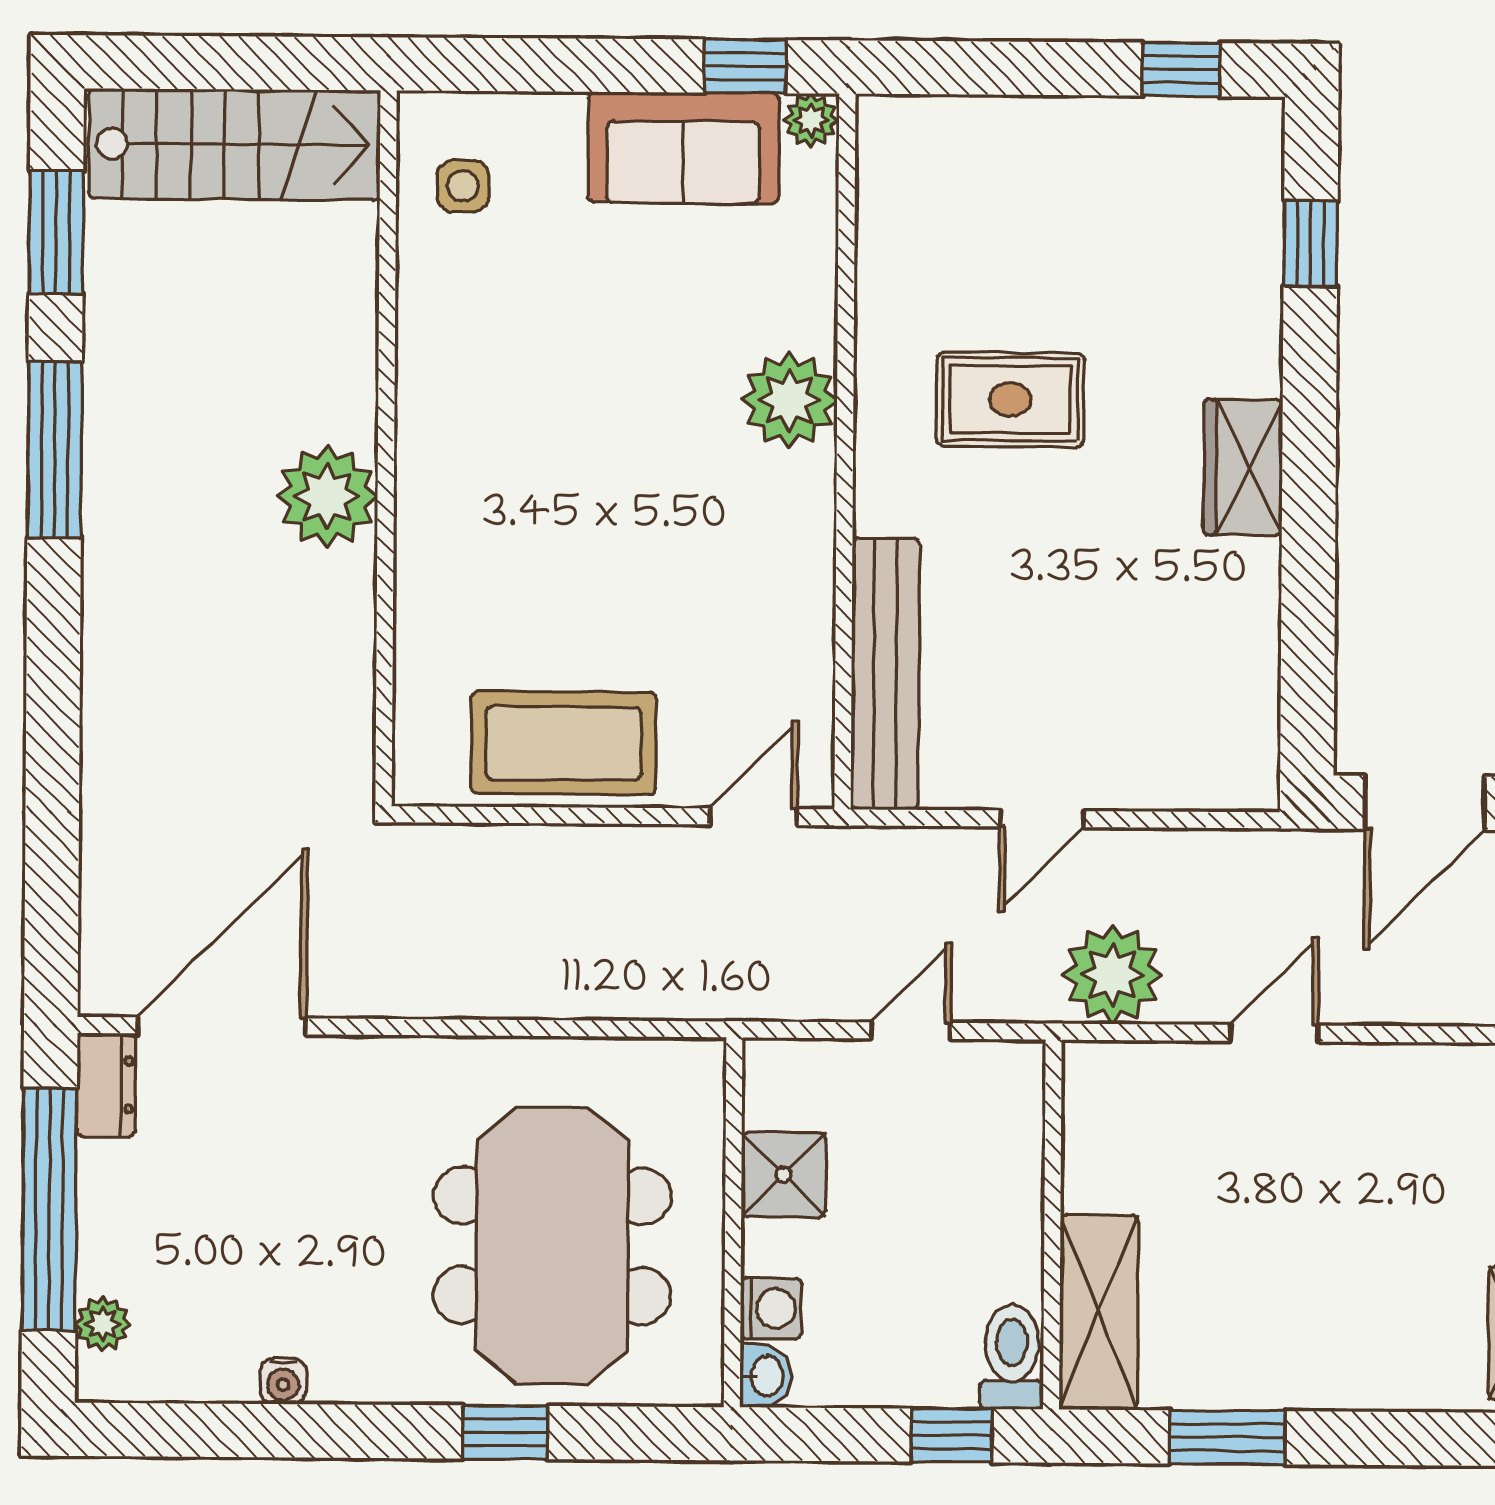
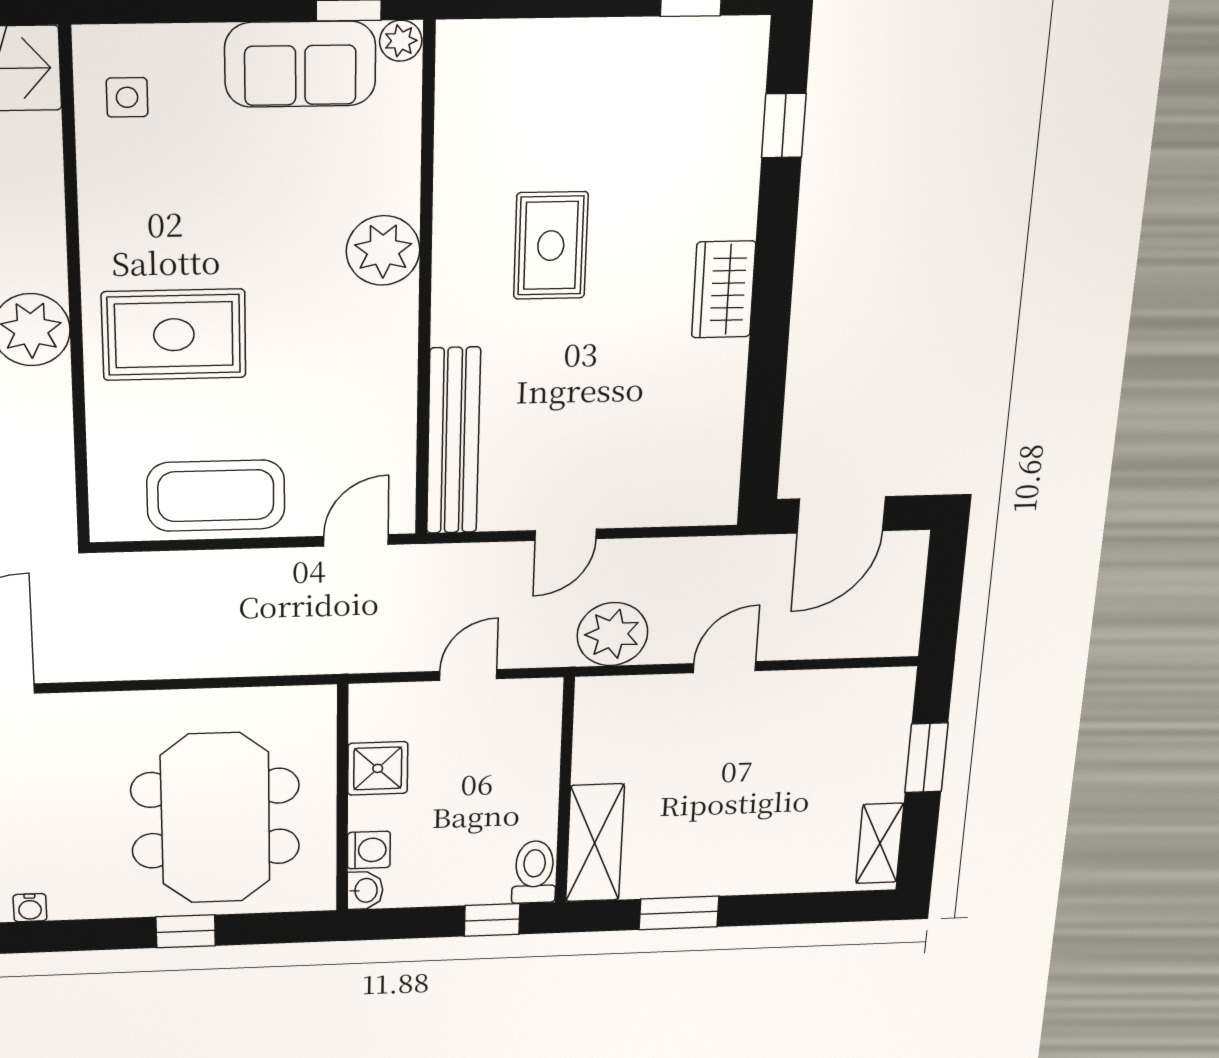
rug: (1010, 399) -> (551, 246), turned 90
rug: (513, 509) -> (174, 335), added

